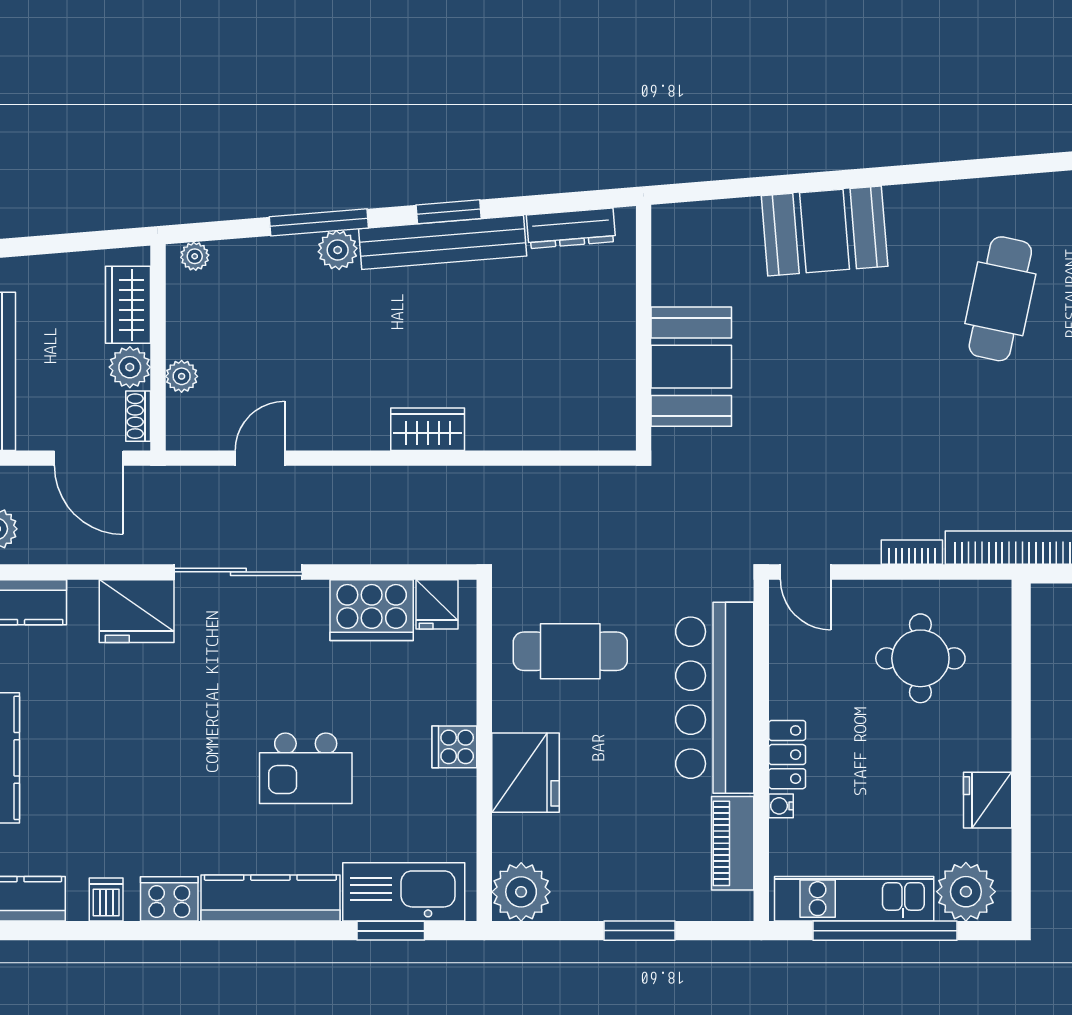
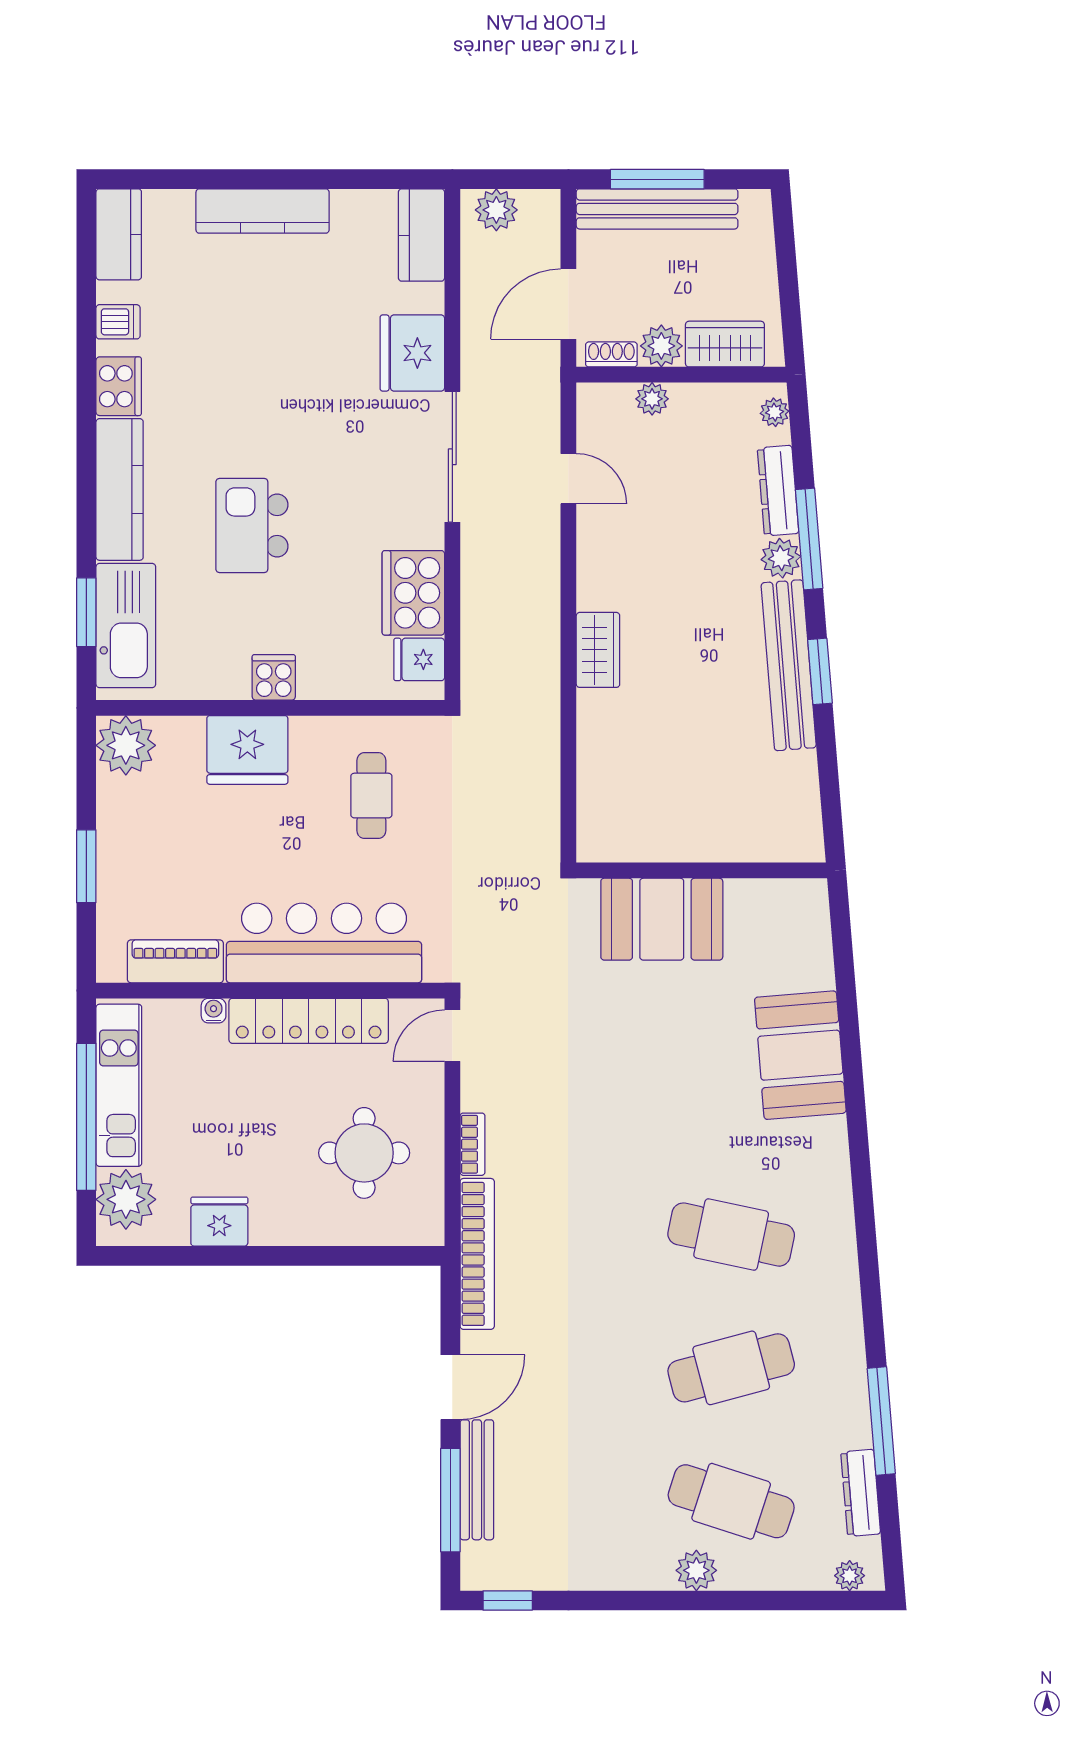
dresser: (571, 228) -> (778, 491), moved
cafe table: (570, 651) -> (371, 796), width x0.73, depth x0.74
locker: (787, 755) -> (309, 1021), width x2.16, depth x1.21

